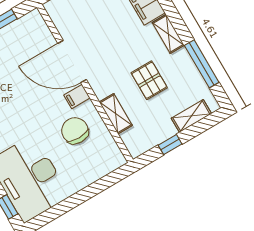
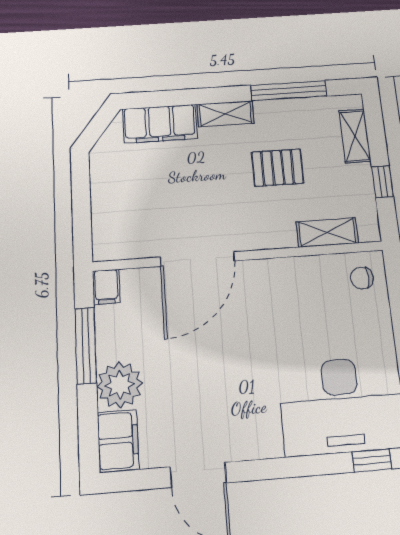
filing cabinet: (77, 96) -> (106, 287), moved
shelving: (116, 114) -> (327, 232), moved
chair: (75, 131) -> (362, 278), moved, width x0.54, depth x0.54

